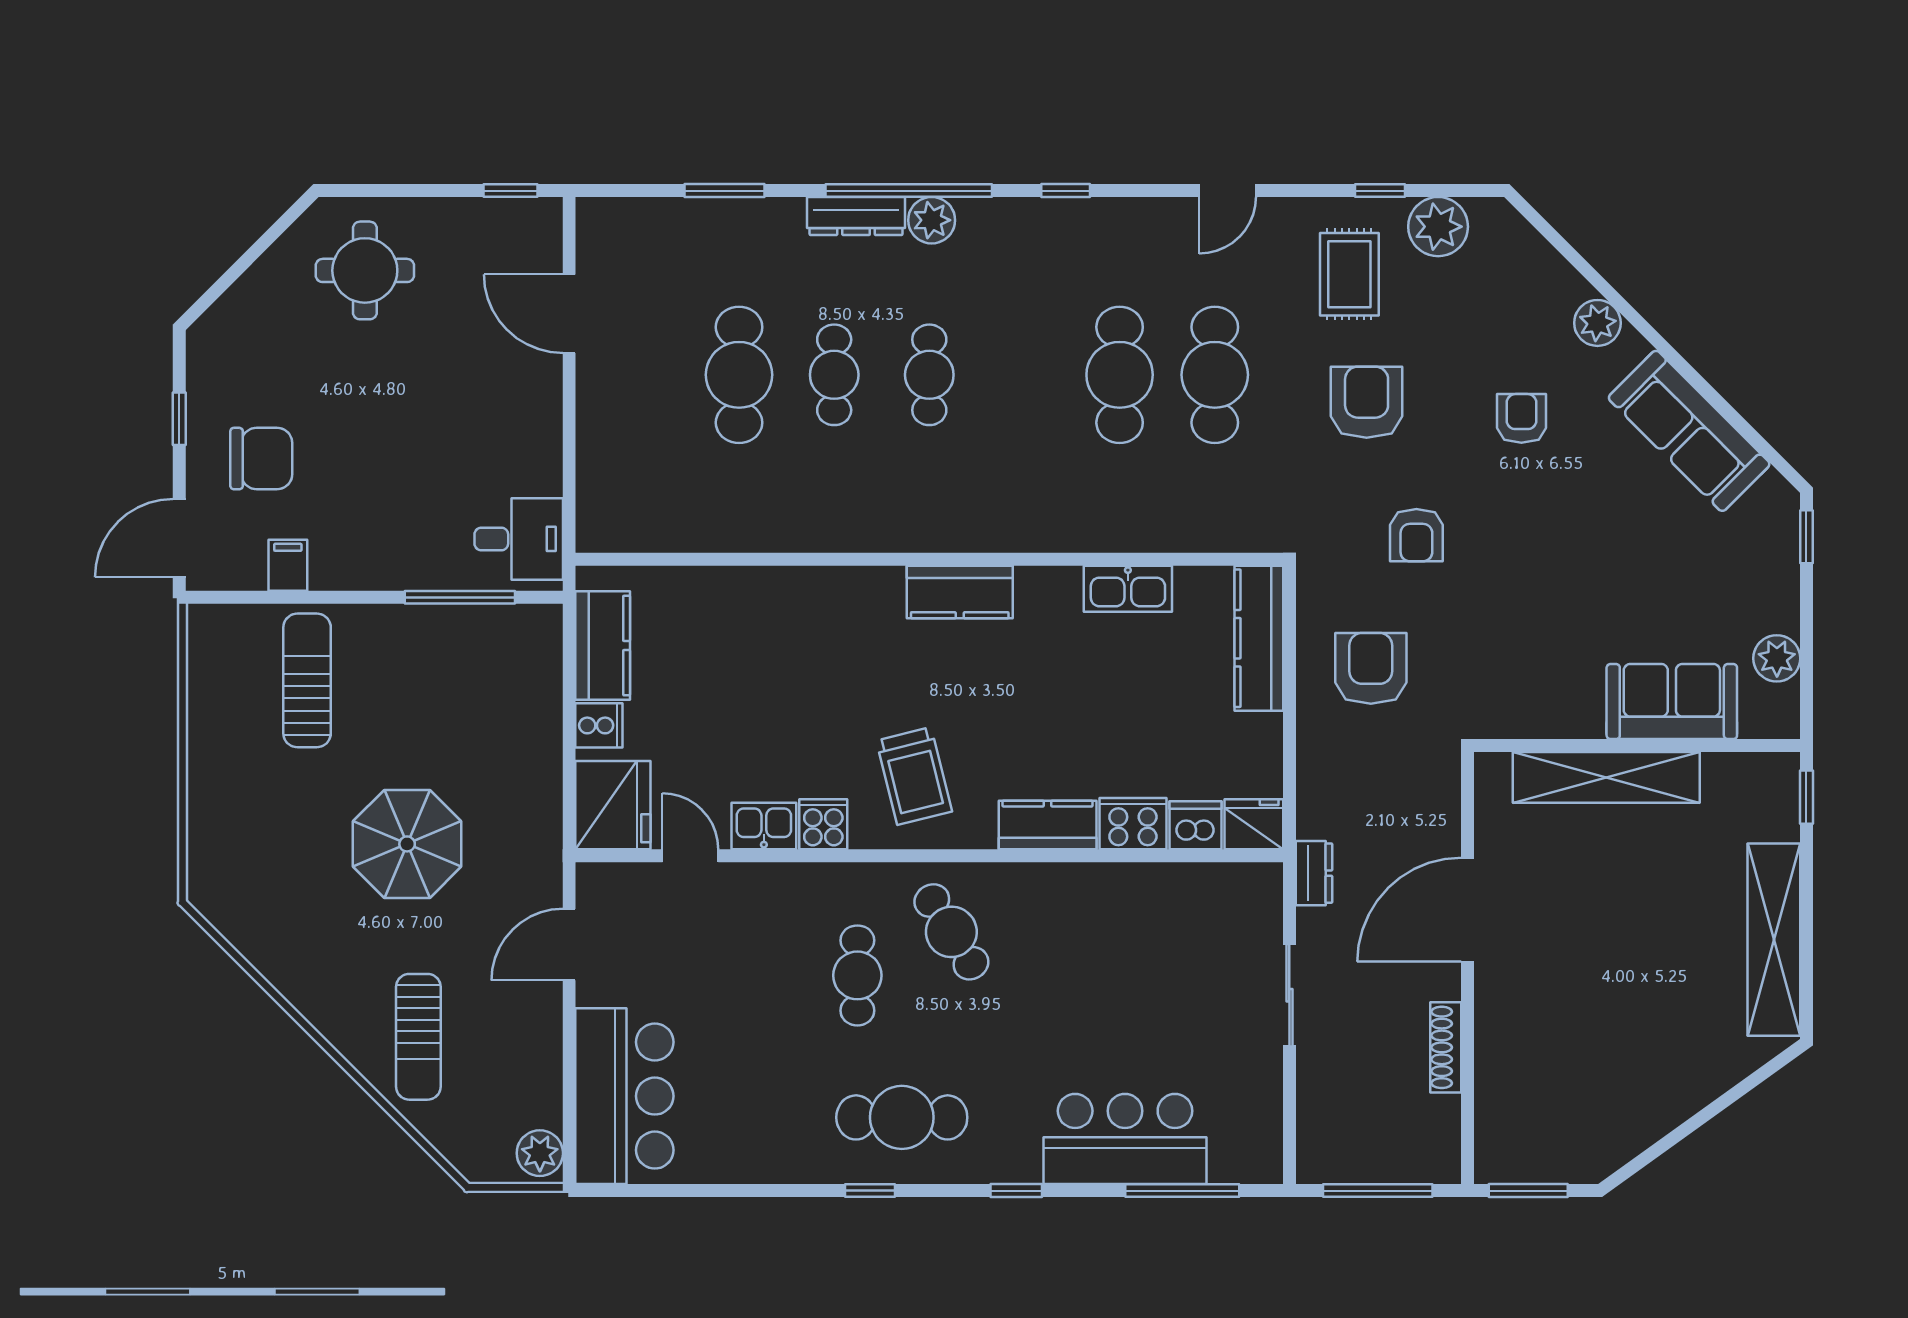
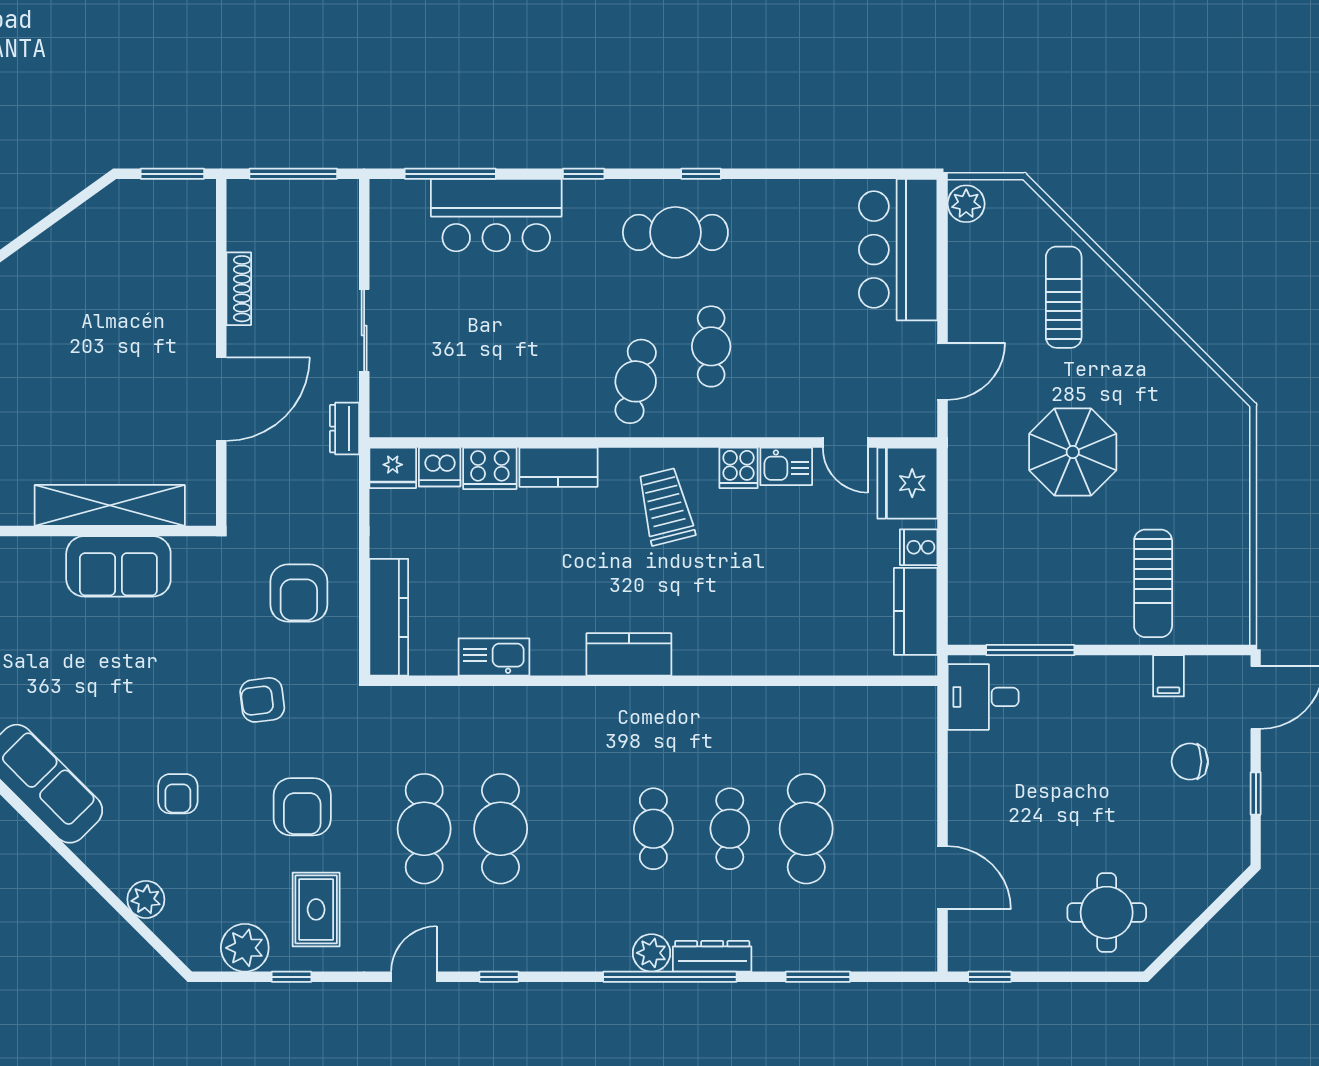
window: (1066, 191) -> (499, 977), moved
plant: (1597, 323) -> (146, 899), moved
chair: (261, 459) -> (1190, 762), width x0.73, depth x0.73
armchair: (1416, 535) -> (262, 700), turned -97
sofa: (1672, 702) -> (118, 566), moved
cafe table: (951, 932) -> (636, 381), turned 44

